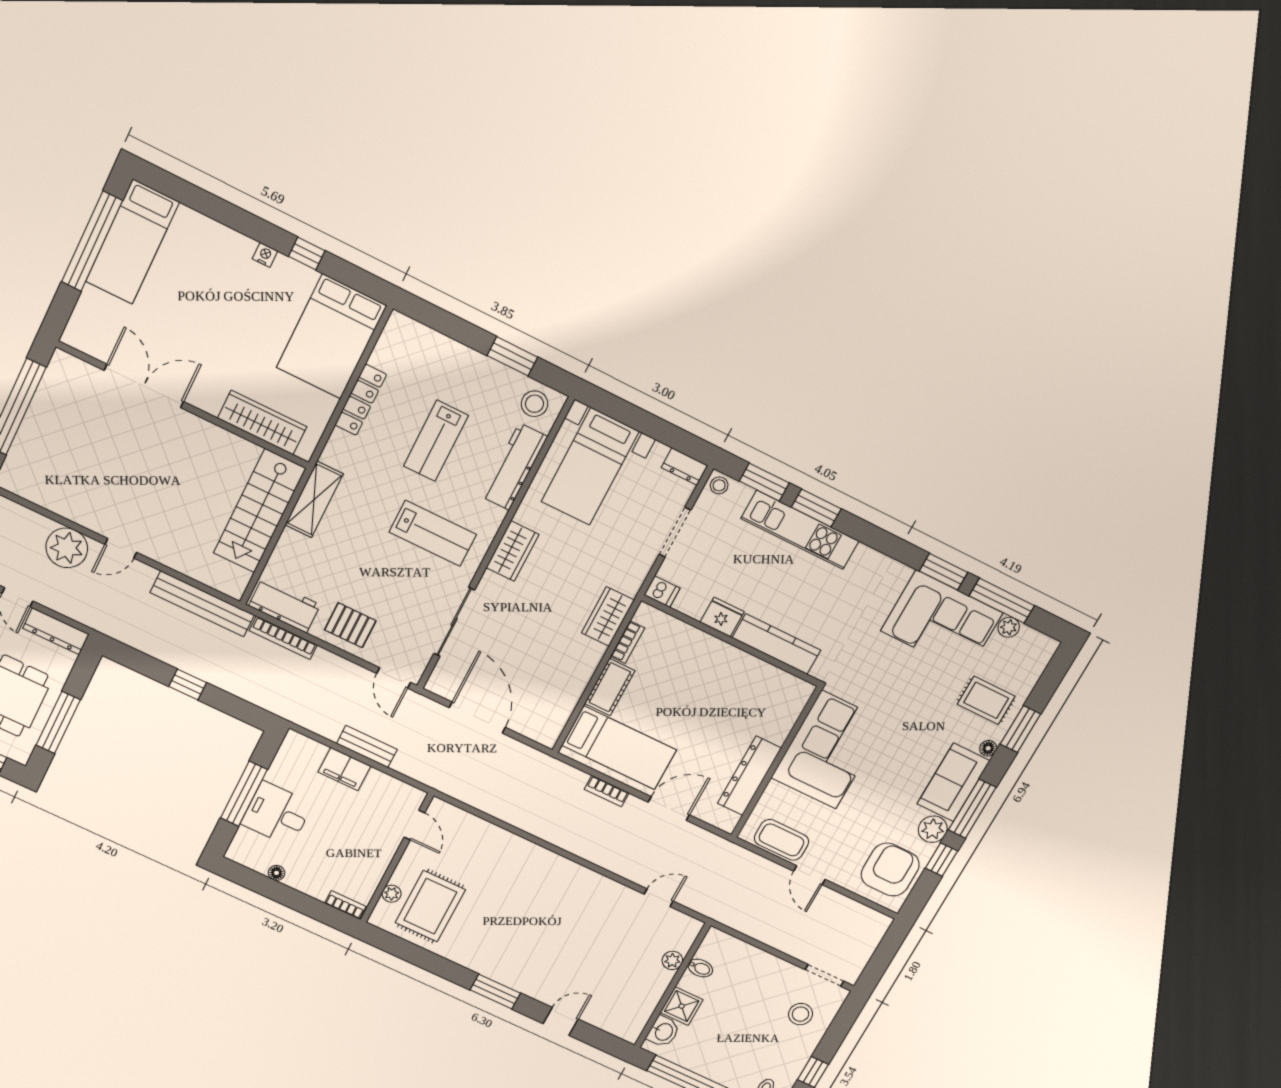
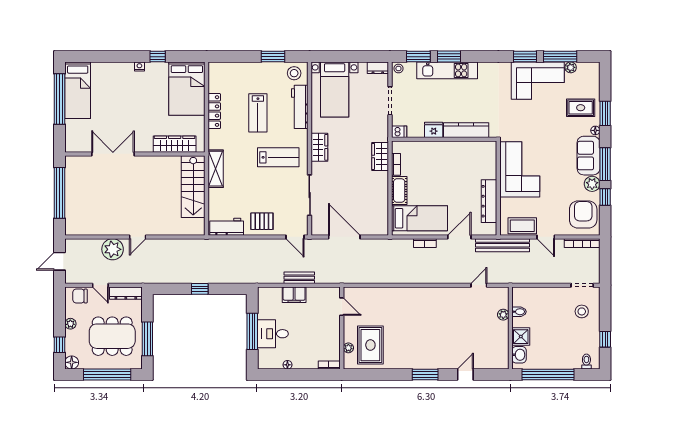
bench: (202, 604) -> (503, 245), moved
bookcase: (283, 638) -> (582, 243), moved

